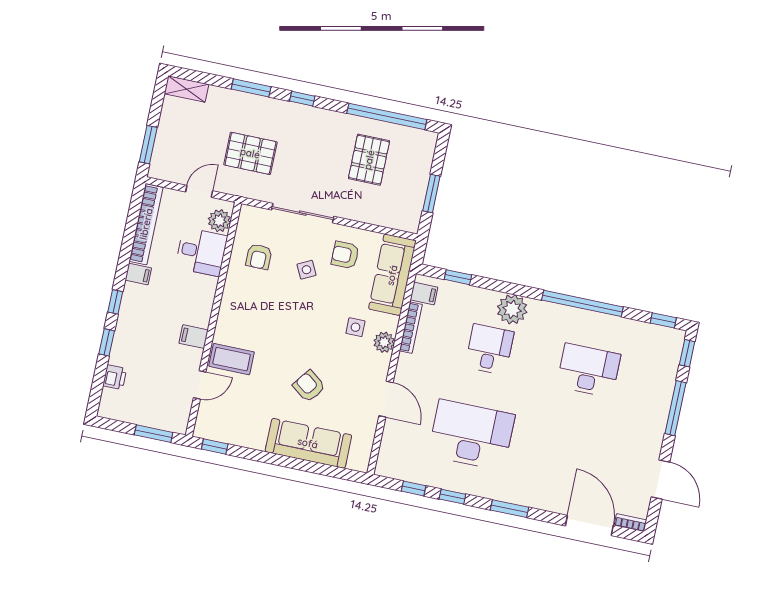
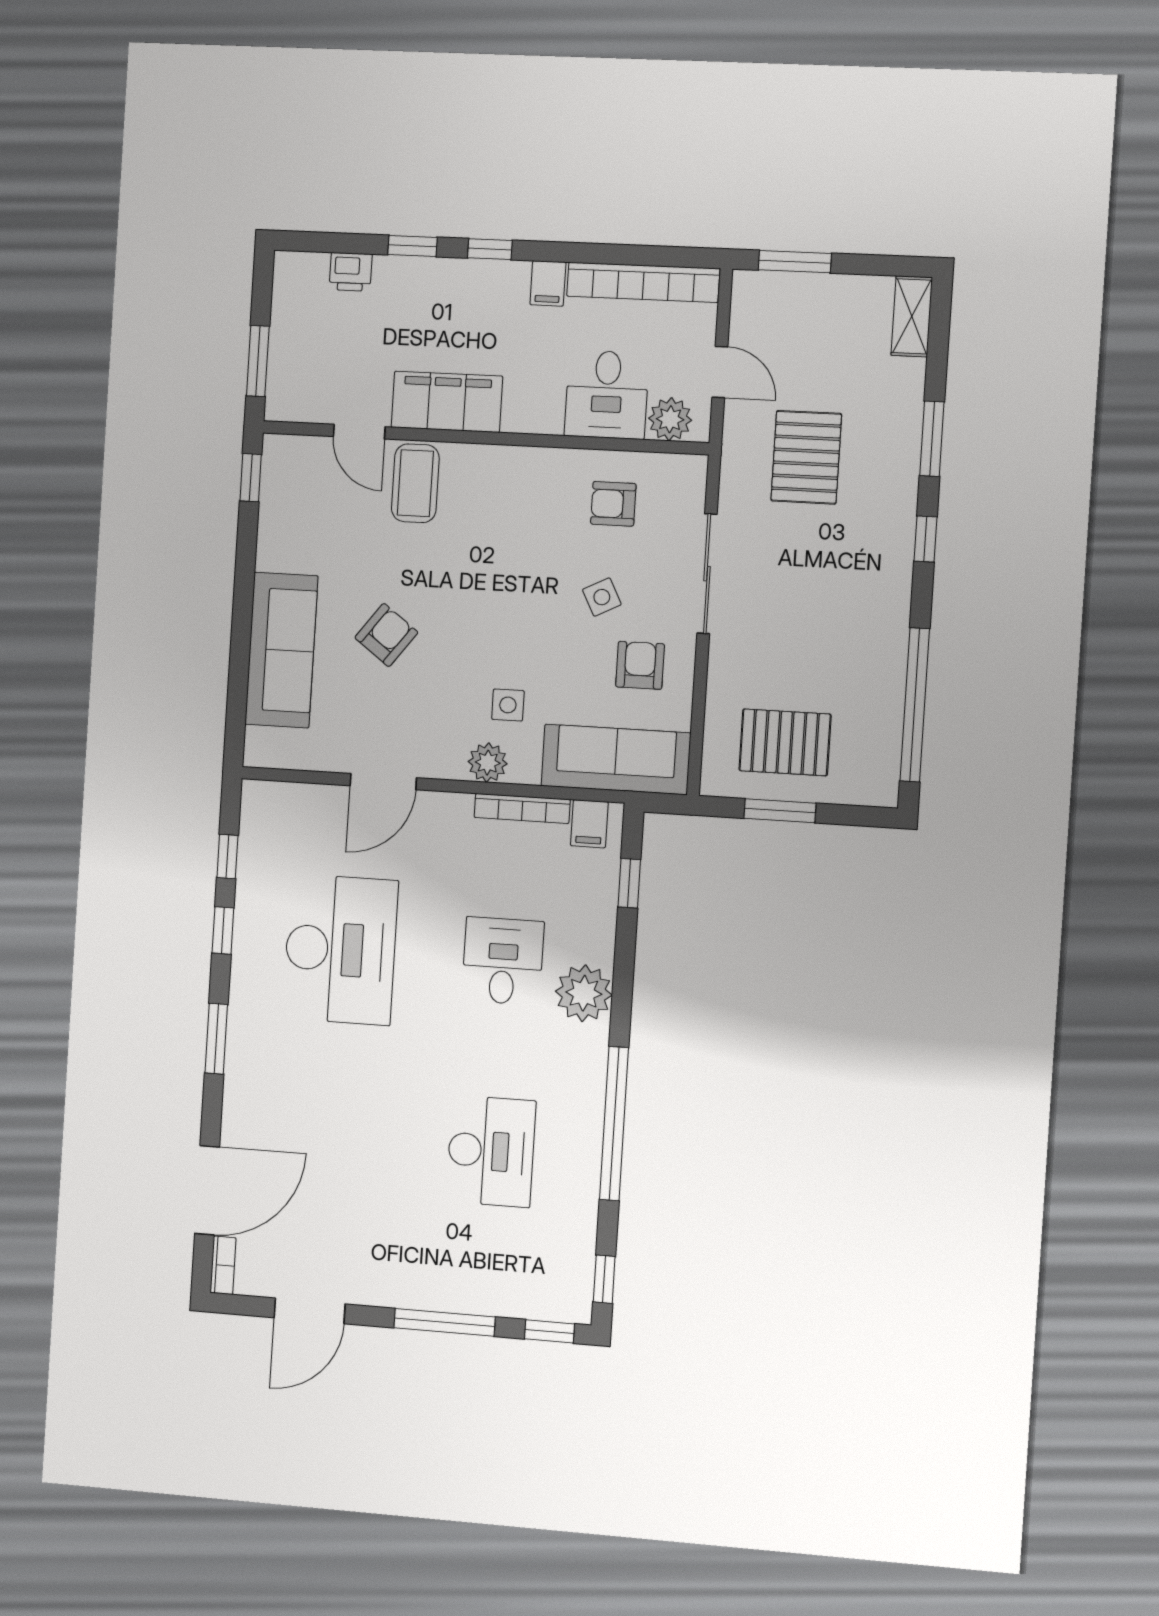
pallet: (369, 160) -> (785, 742), moved
filing cabinet: (194, 337) -> (447, 402), width x3.00, depth x1.17
desk: (489, 349) -> (503, 961), turned -90

